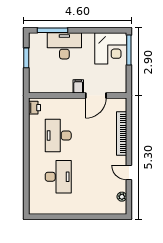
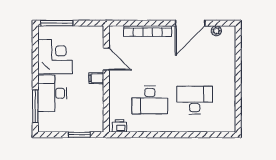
corner desk: (111, 48) -> (55, 57), moved
window: (26, 58) -> (79, 135), moved
door: (129, 173) -> (190, 23), width x1.87

